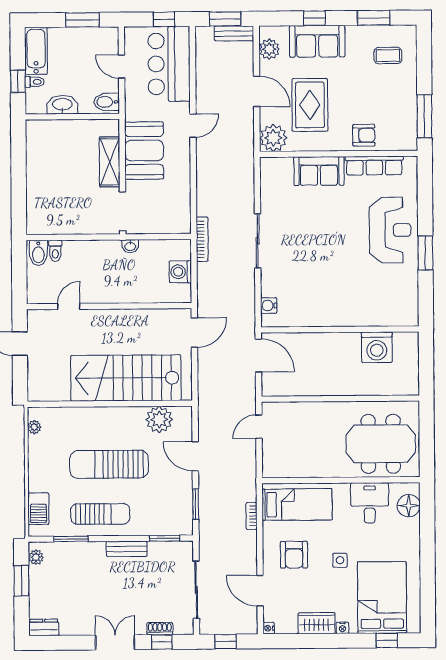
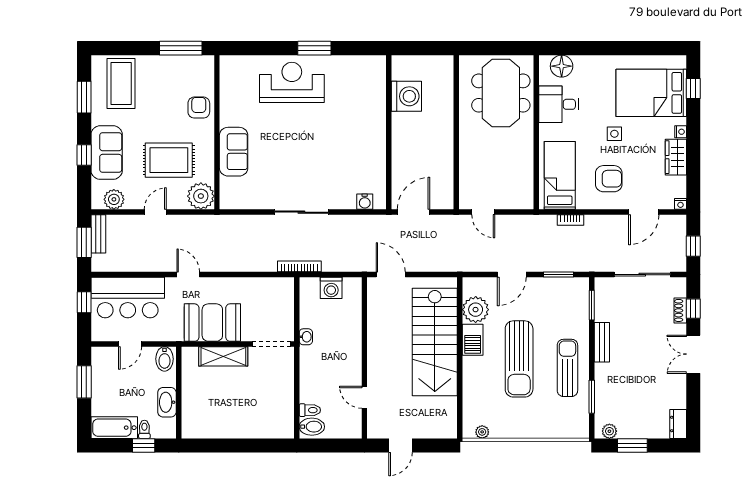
coffee table: (388, 56) -> (121, 83), width x1.86, depth x1.72
door: (257, 91) -> (155, 212), width x0.73
row of seats: (374, 166) -> (229, 97), removed
barbecue: (38, 509) -> (473, 340), moved, turned 90

